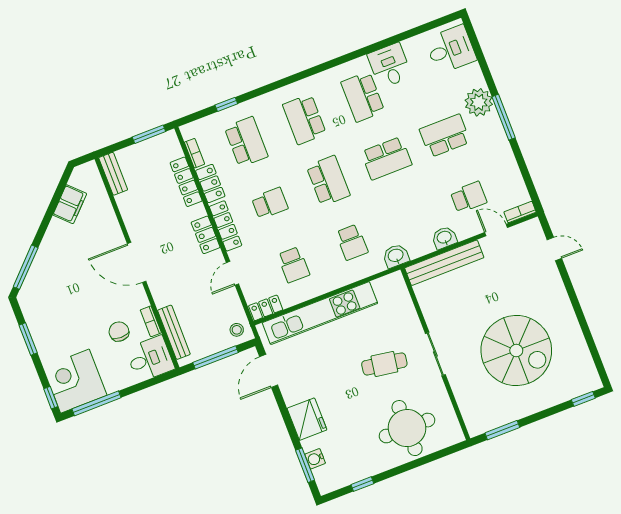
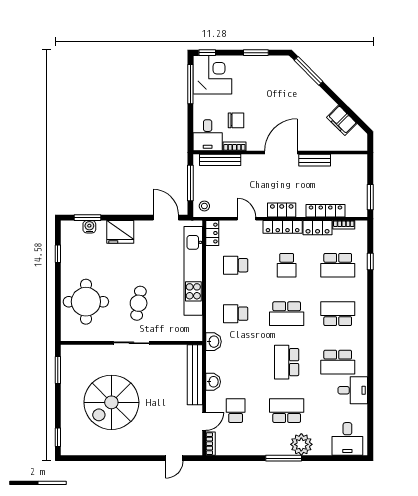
school desk: (363, 97) -> (338, 362), turned 180
school desk: (445, 136) -> (287, 411), turned -90
bench: (113, 174) -> (315, 160), moved
school desk: (469, 197) -> (236, 411), turned 180

